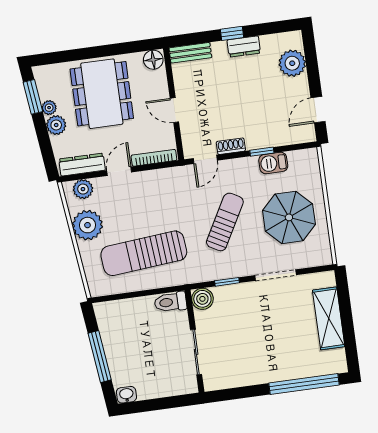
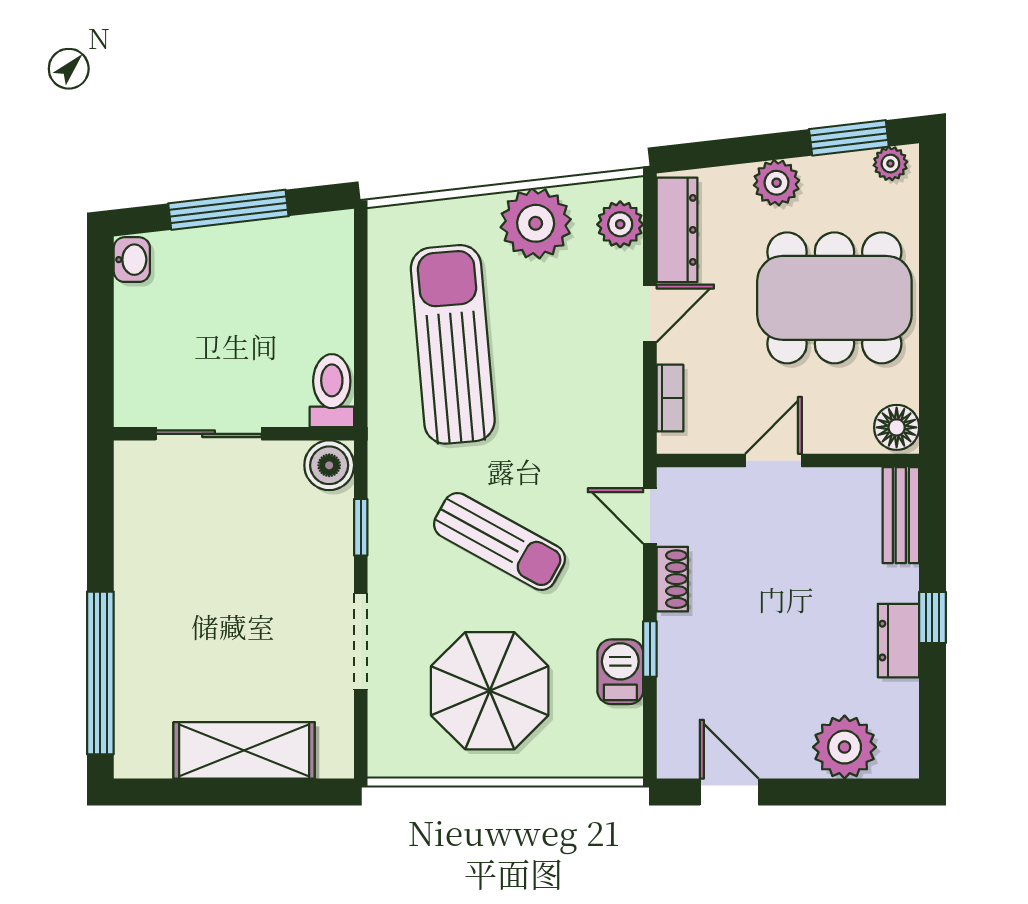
plant: (49, 108) -> (890, 164), moved
bookcase: (154, 158) -> (670, 398), width x0.64
door: (119, 171) -> (650, 313), hinge flipped

